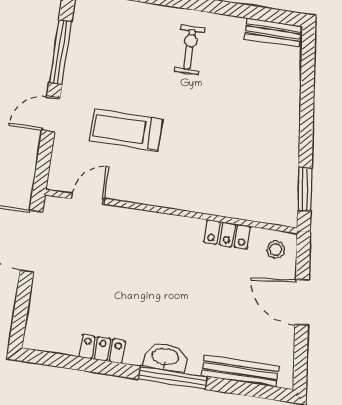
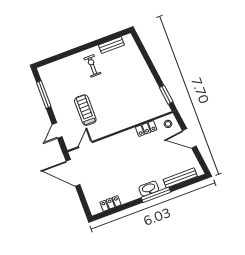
bench: (273, 33) -> (111, 45), moved
door: (51, 114) -> (57, 131), moved
treadmill: (126, 130) -> (85, 110), turned 90
locker: (102, 349) -> (110, 203), moved

